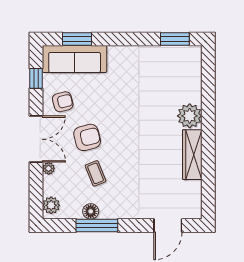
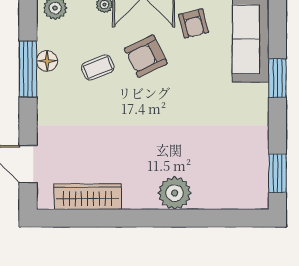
window: (77, 39) -> (277, 78), moved
armchair: (87, 137) -> (146, 56), turned 78
wardrobe: (192, 155) -> (88, 197), moved

